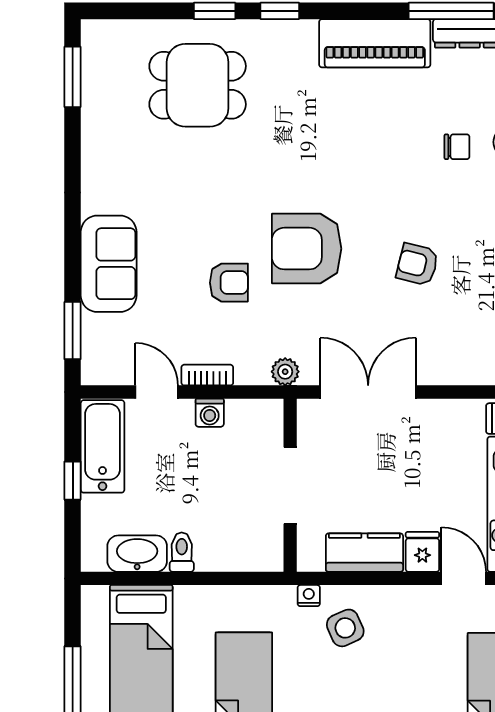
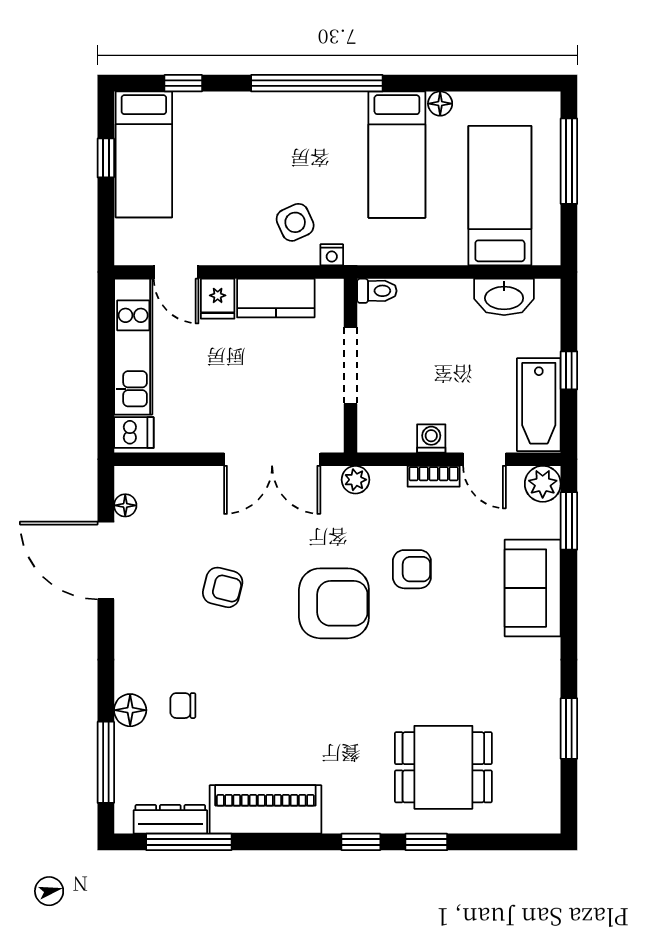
window: (73, 77) -> (569, 728), moved
armchair: (229, 283) -> (412, 569), turned 180
plant: (99, 368) -> (543, 484), added
toilet: (182, 552) -> (377, 291), moved, turned -90

